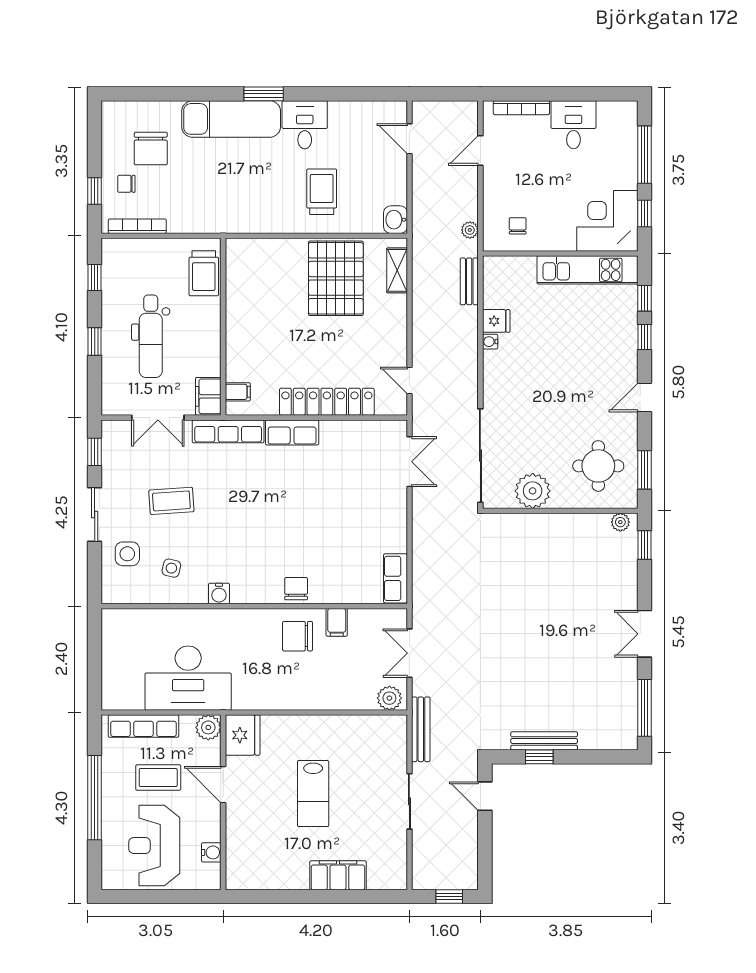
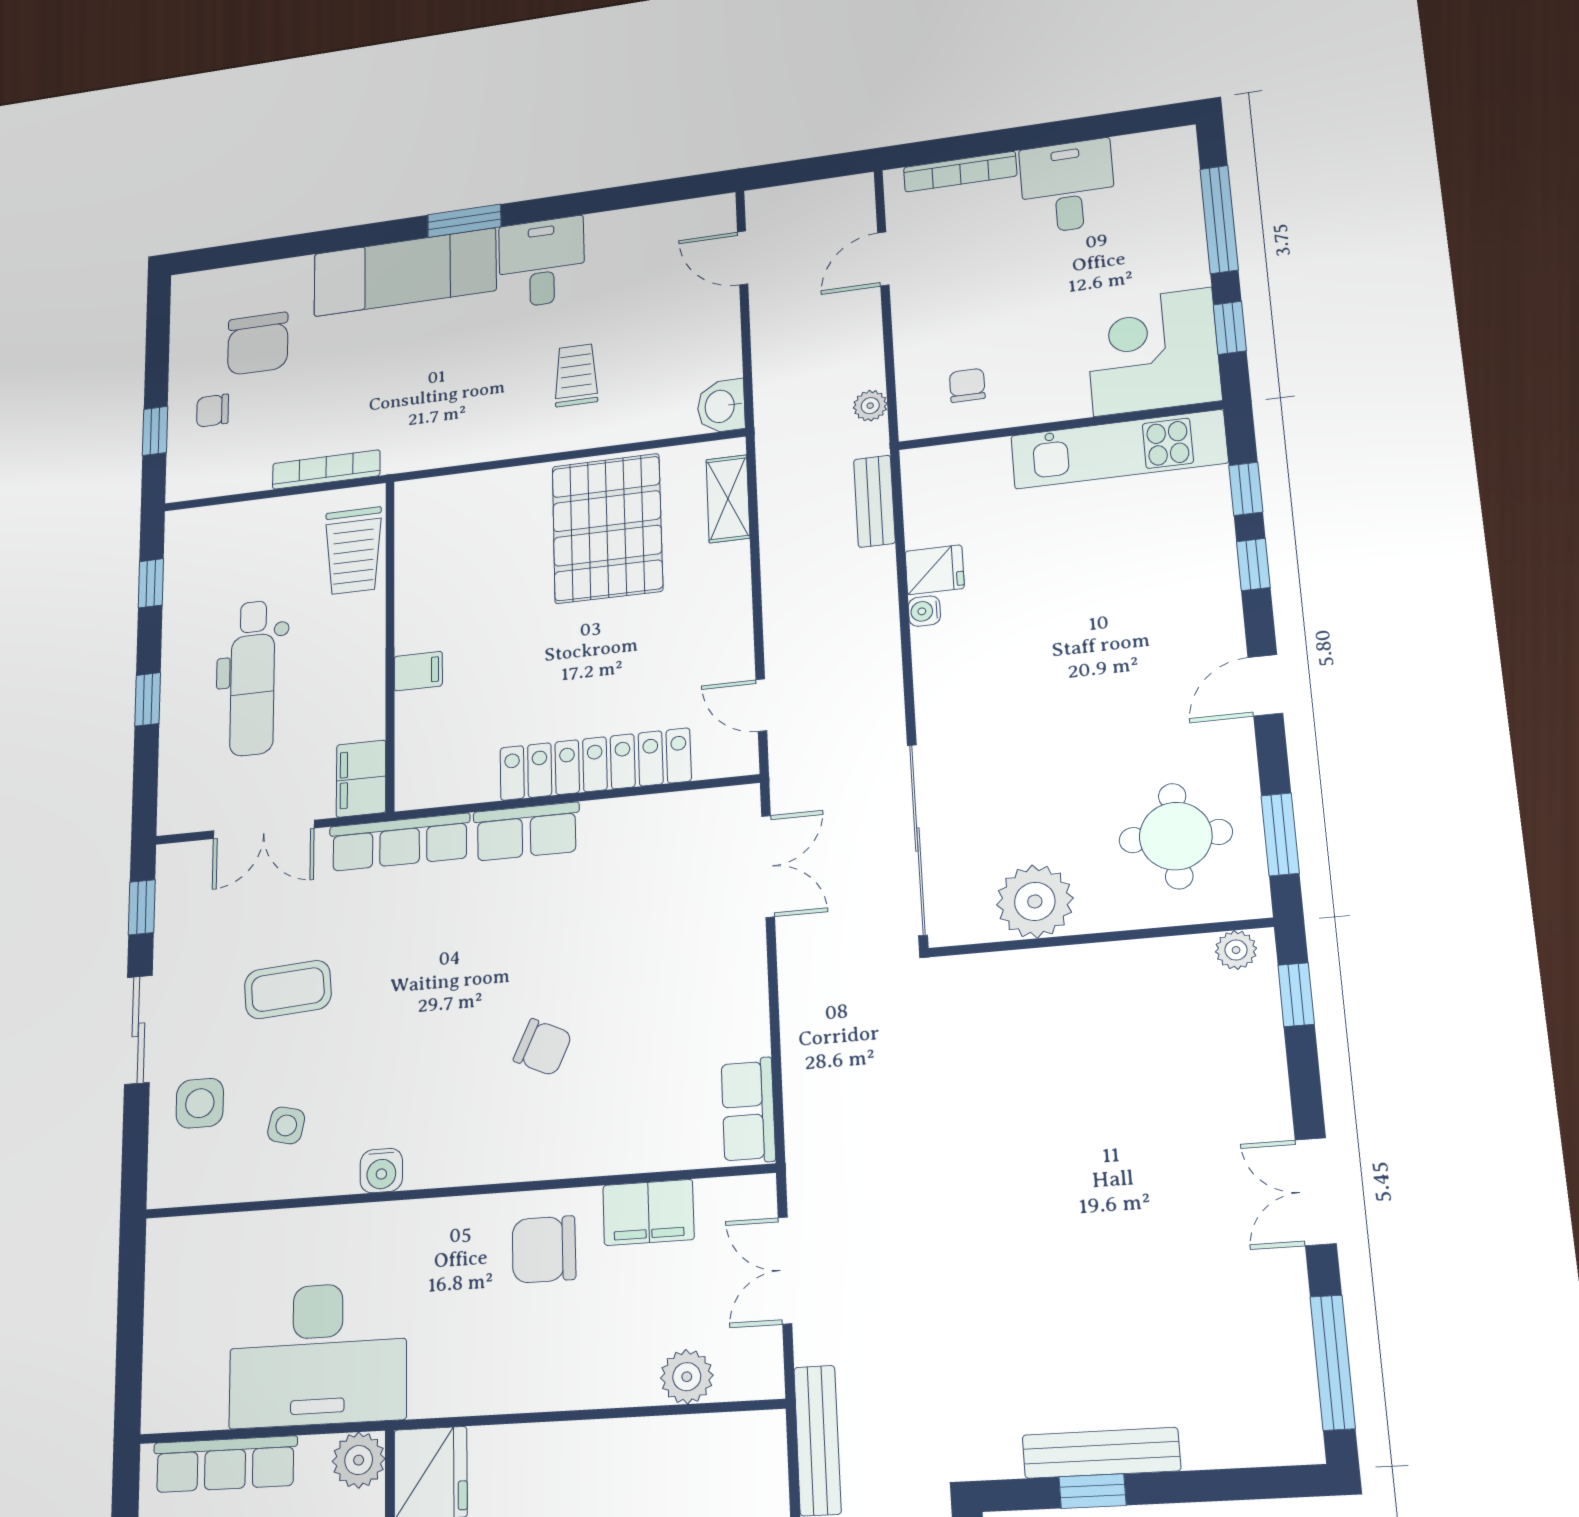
trolley: (322, 192) -> (576, 375), width x0.73, depth x0.72
bookcase: (137, 226) -> (326, 470), moved
filing cabinet: (238, 392) -> (418, 671), moved
chair: (296, 589) -> (543, 1047), moved, turned 115
filing cabinet: (337, 622) -> (648, 1212), width x2.00
plant: (389, 698) -> (687, 1377), moved

